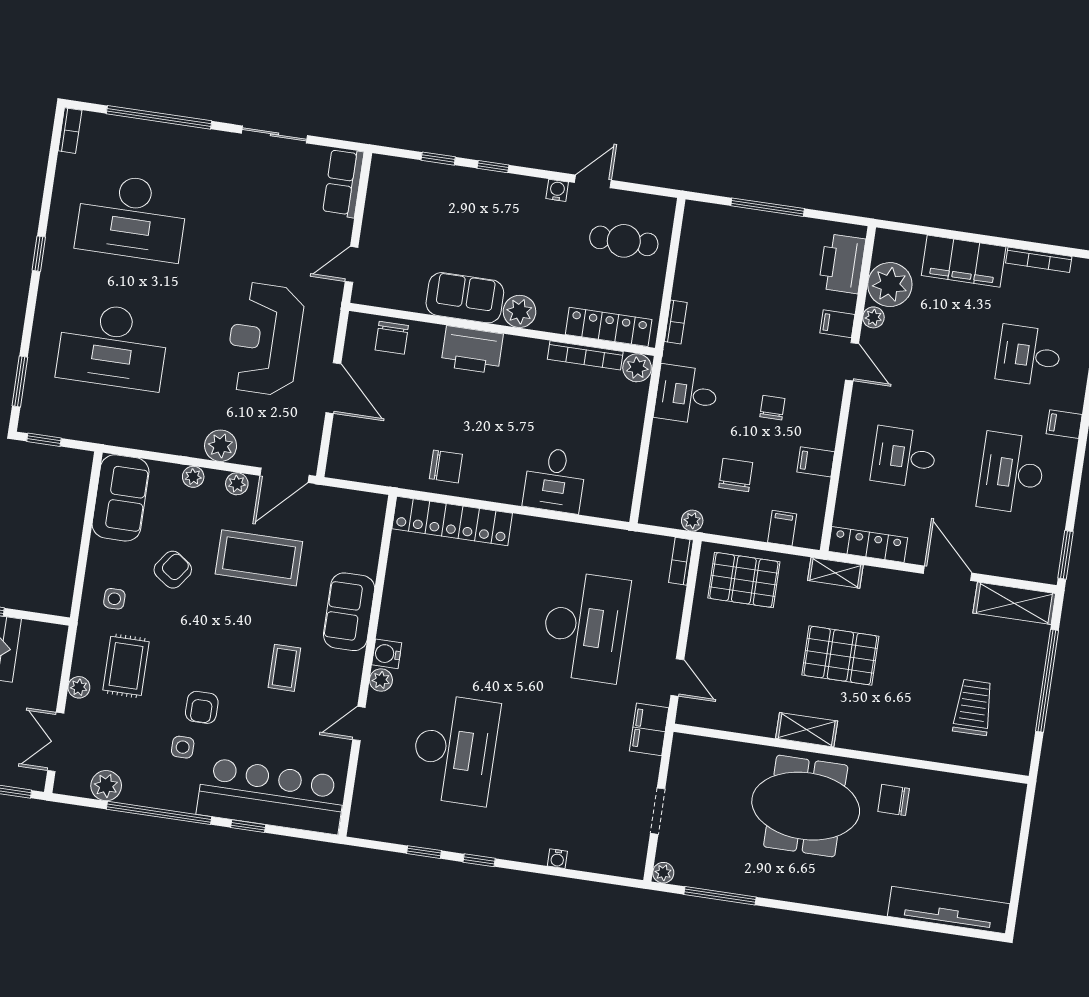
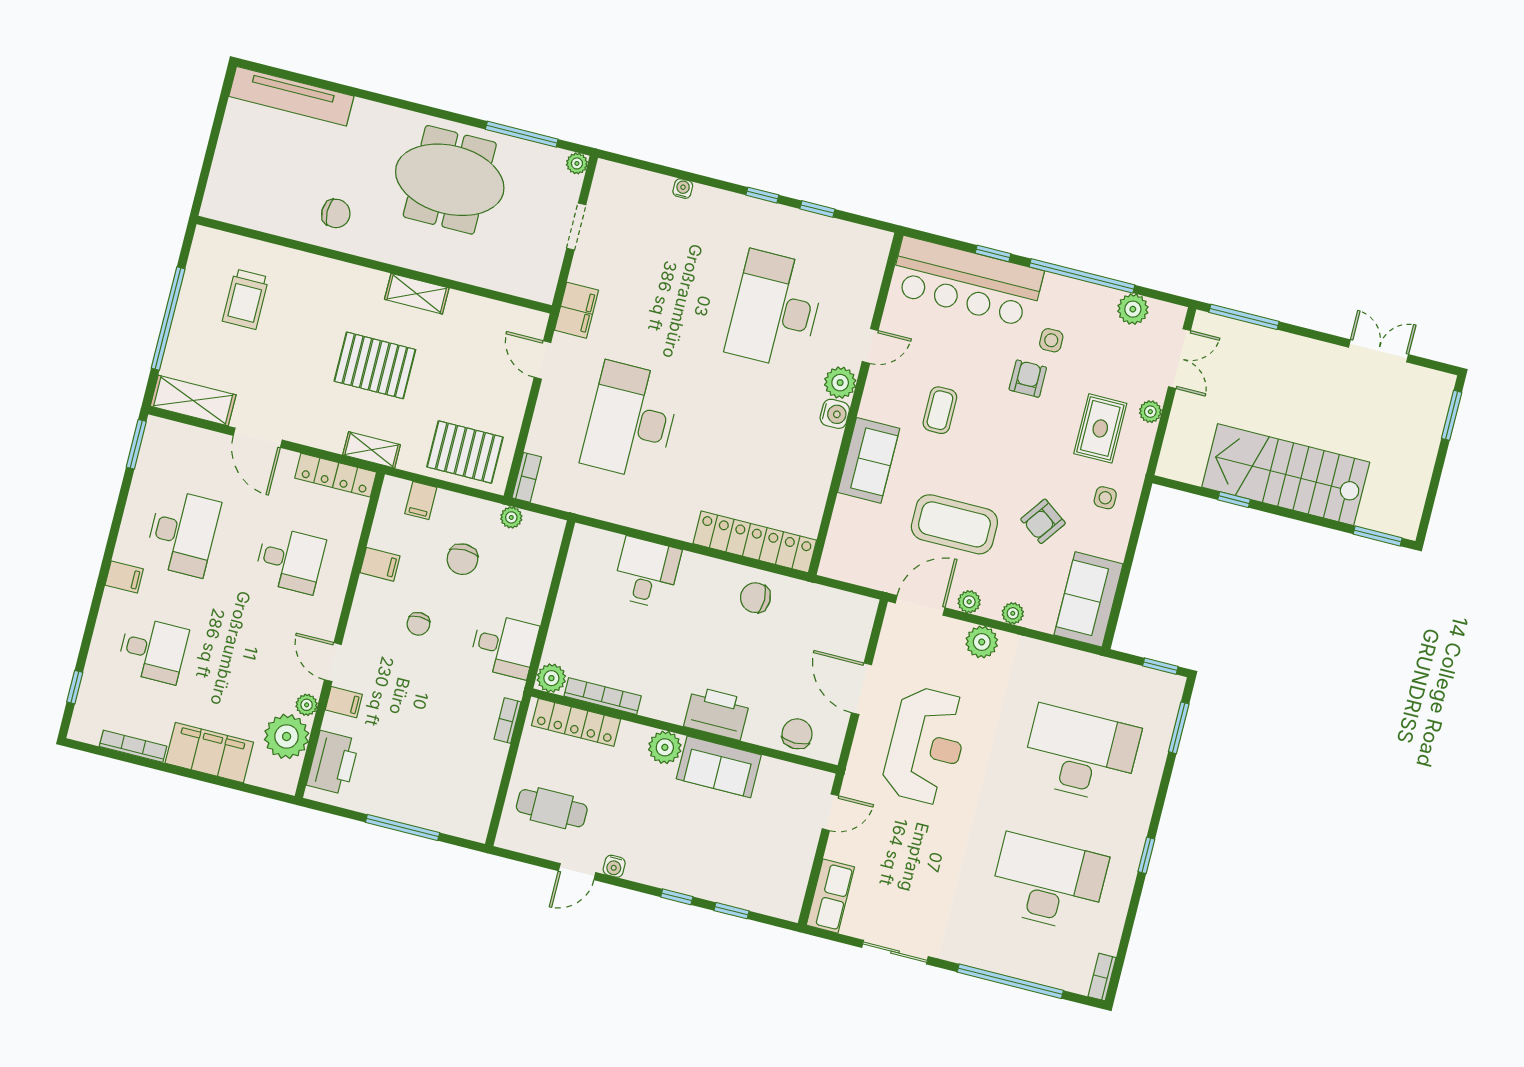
plant: (381, 680) -> (840, 383), width x1.38, depth x1.38
meeting table: (806, 806) -> (450, 180), moved

